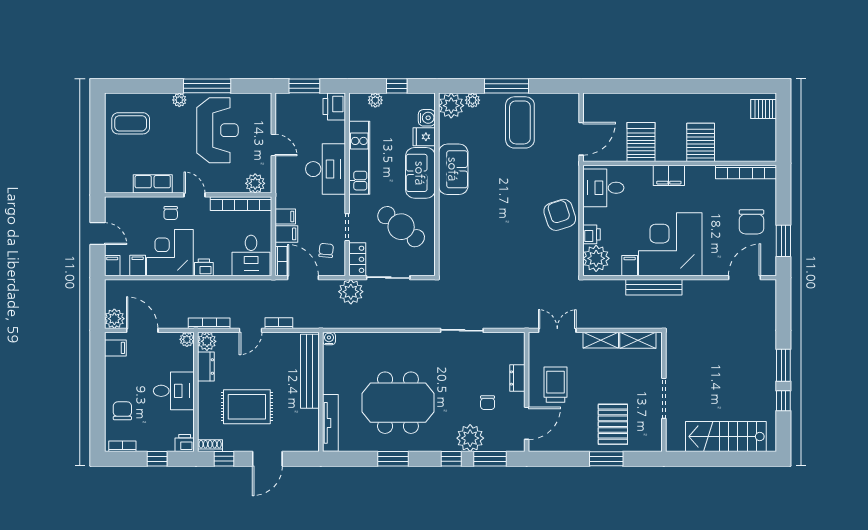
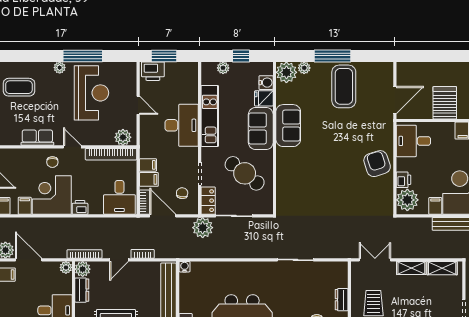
printer: (334, 106) -> (153, 71), moved, turned -90

